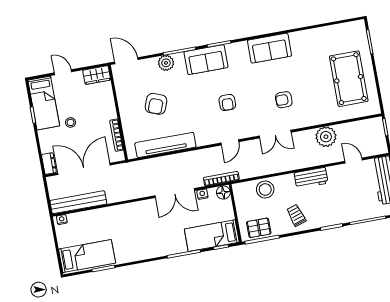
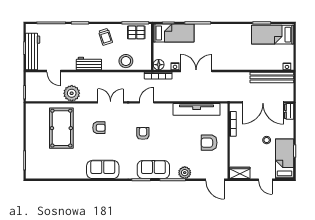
pool table: (349, 79) -> (61, 128), moved
armchair: (156, 104) -> (209, 143), moved, turned -111

